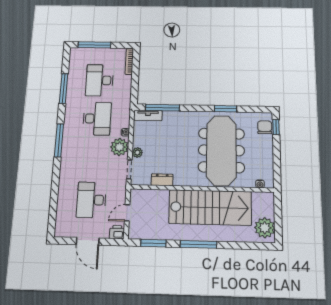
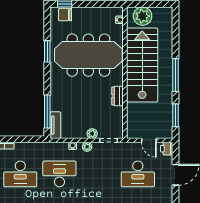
plant: (119, 147) -> (87, 147), width x0.53, depth x0.53
dresser: (162, 180) -> (118, 96), moved
plant: (265, 228) -> (143, 16), moved

